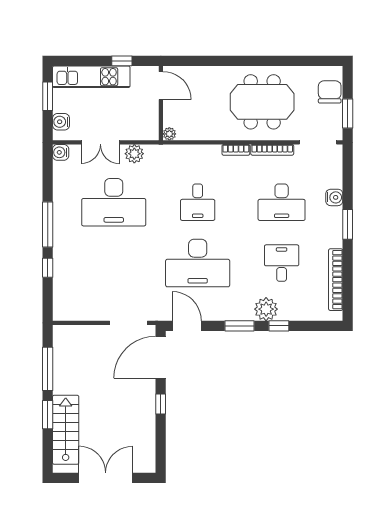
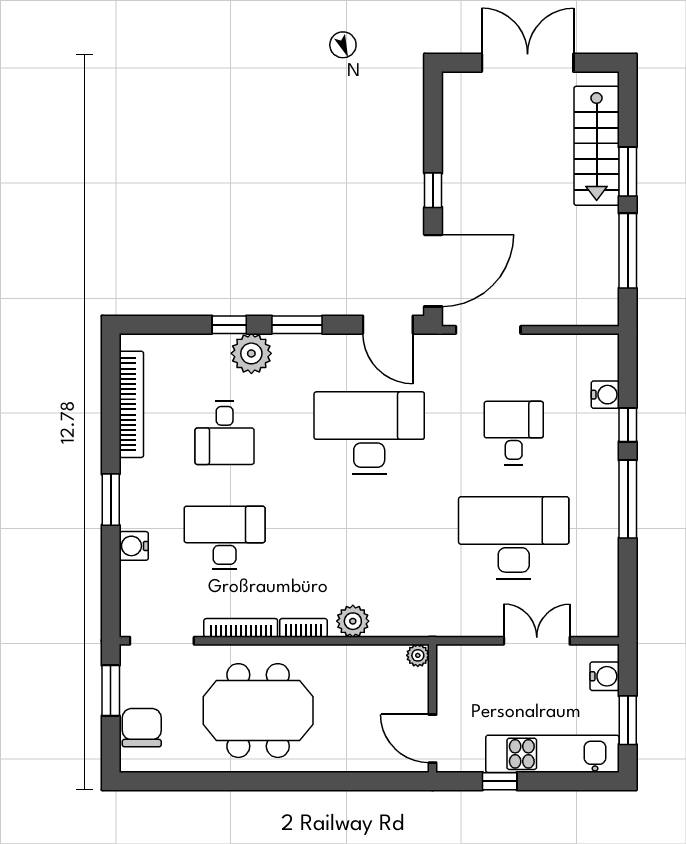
chair: (330, 92) -> (142, 728), turned 180
water cooler: (61, 152) -> (605, 395), moved
plant: (134, 154) -> (353, 621), moved
desk: (198, 202) -> (514, 433), moved
double door: (106, 478) -> (528, 63), swing flipped

